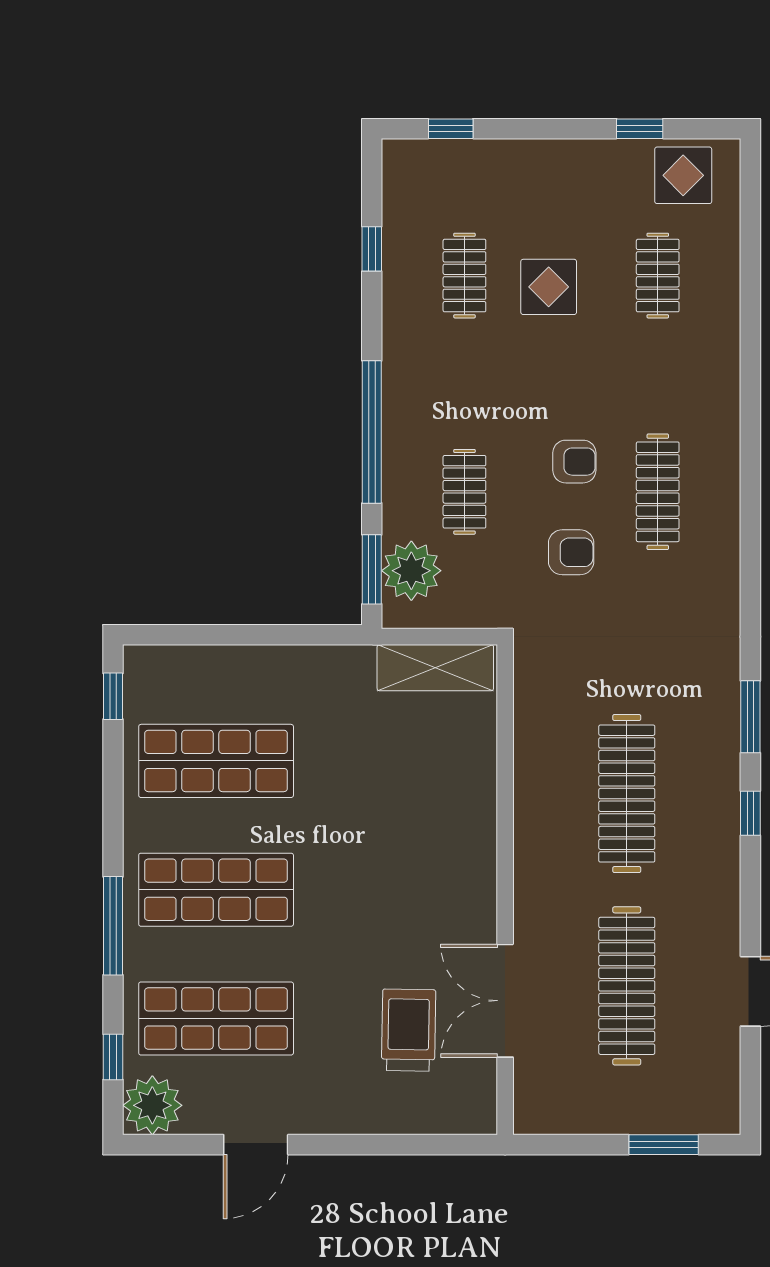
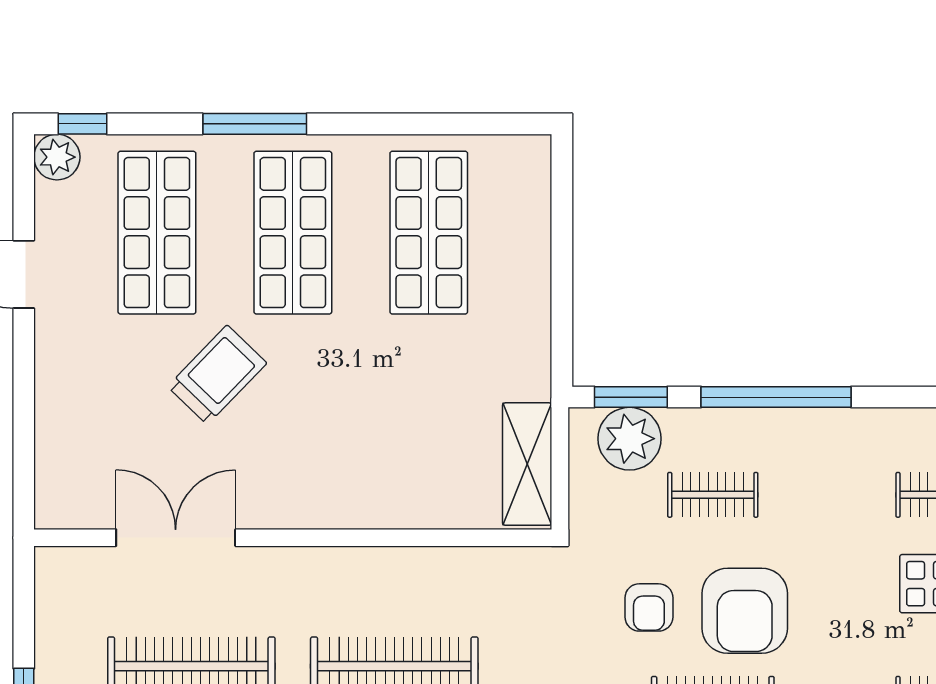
armchair: (574, 462) -> (745, 611), width x1.88, depth x1.88
window: (113, 696) -> (497, 124), removed
trolley: (409, 1030) -> (217, 375), moved, turned -47
window: (113, 1057) -> (82, 124), moved
plant: (152, 1105) -> (57, 157), width x0.73, depth x0.73

